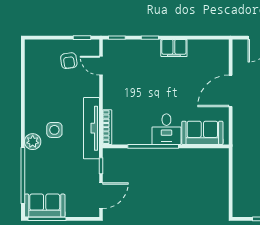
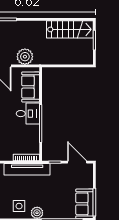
plant: (243, 125) -> (25, 57), added
side table: (54, 130) -> (19, 206), moved

